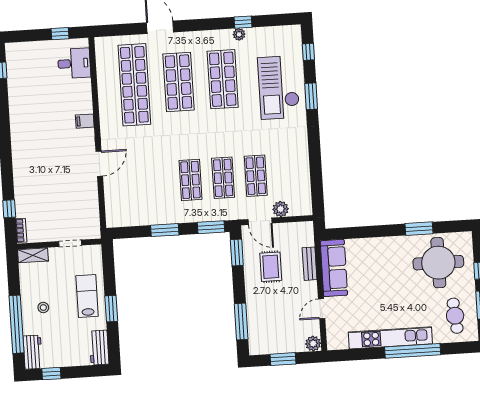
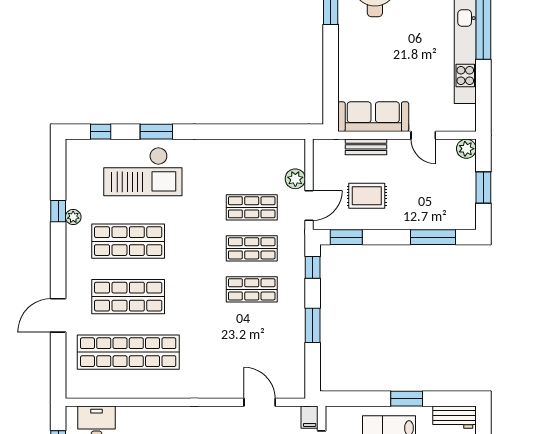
filing cabinet: (85, 121) -> (310, 417), moved
door: (99, 164) -> (260, 402), moved
window: (211, 227) -> (313, 267), width x0.67

